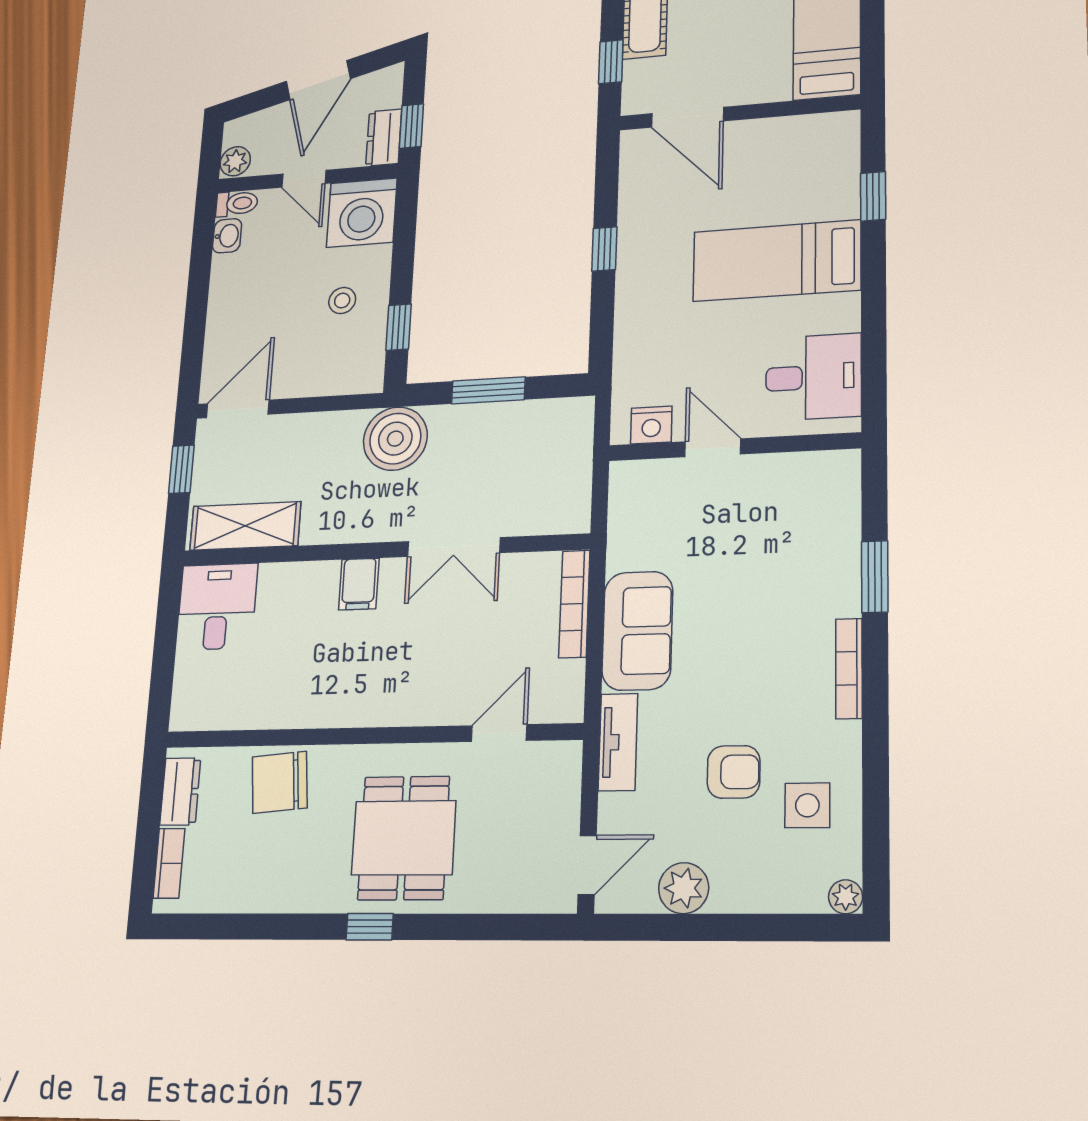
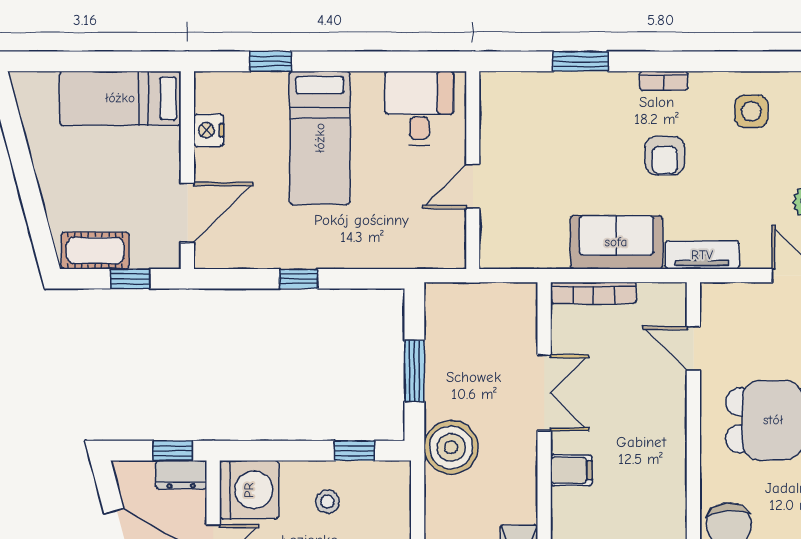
nightstand: (651, 425) -> (209, 130), moved, turned 180
bookcase: (849, 668) -> (664, 81), width x0.64
armchair: (734, 772) -> (665, 155), moved, turned 180

